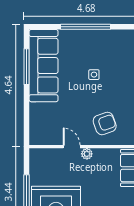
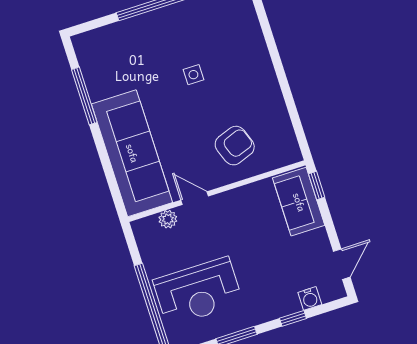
sofa: (44, 66) -> (132, 153), moved
plant: (87, 154) -> (168, 219), moved

